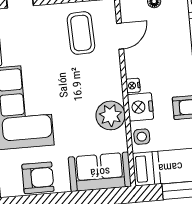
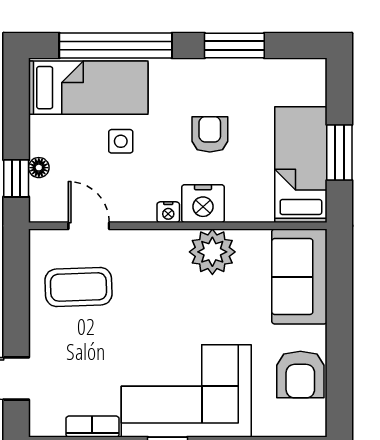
side table: (142, 137) -> (121, 141), moved
armchair: (38, 178) -> (300, 375), turned 180

